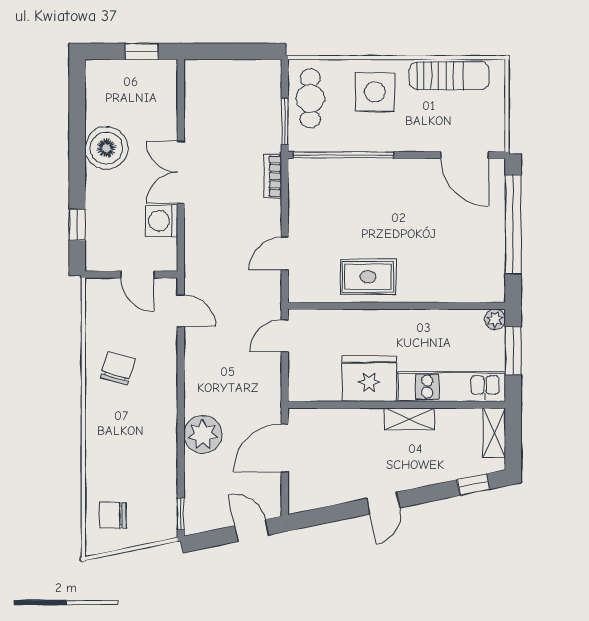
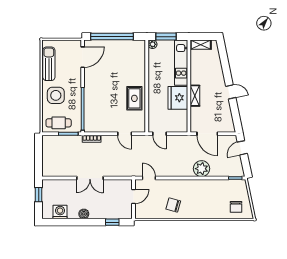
boiler: (106, 148) -> (84, 214), width x0.54, depth x0.54
washing machine: (162, 221) -> (60, 212), moved, turned 180
door: (181, 311) -> (149, 178), hinge flipped
shelving: (409, 419) -> (195, 96), moved
window: (473, 484) -> (223, 54), removed

